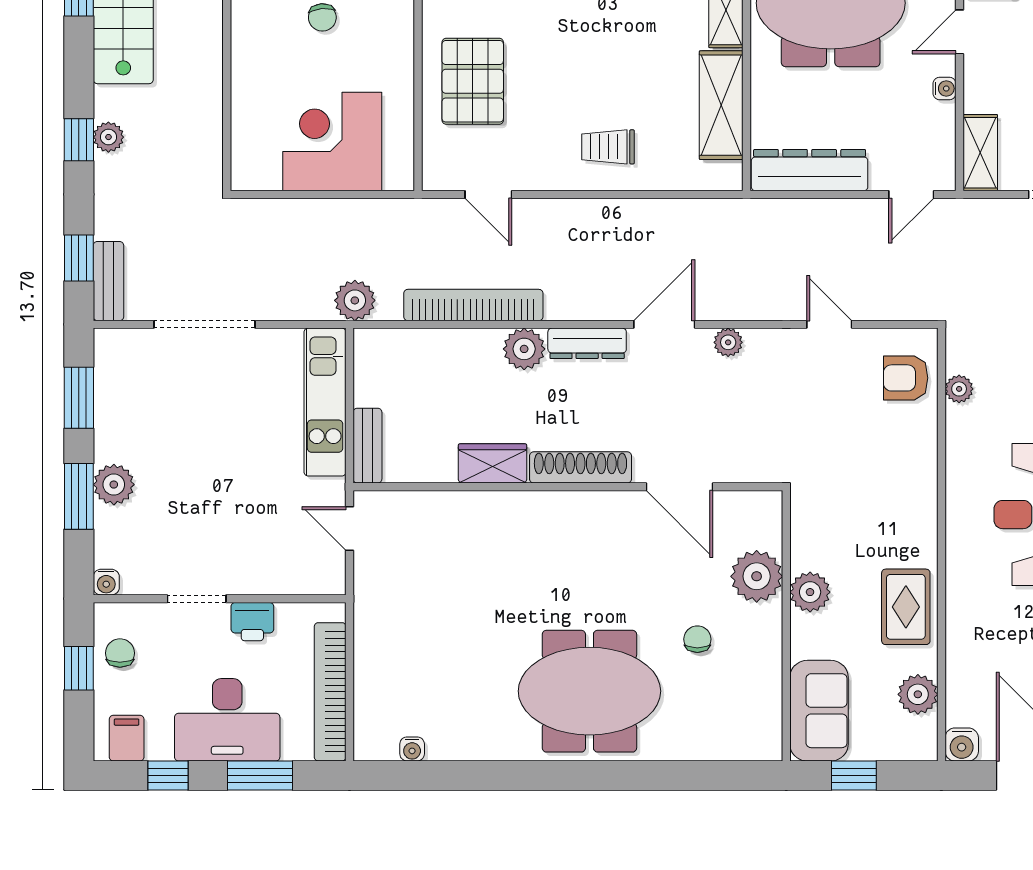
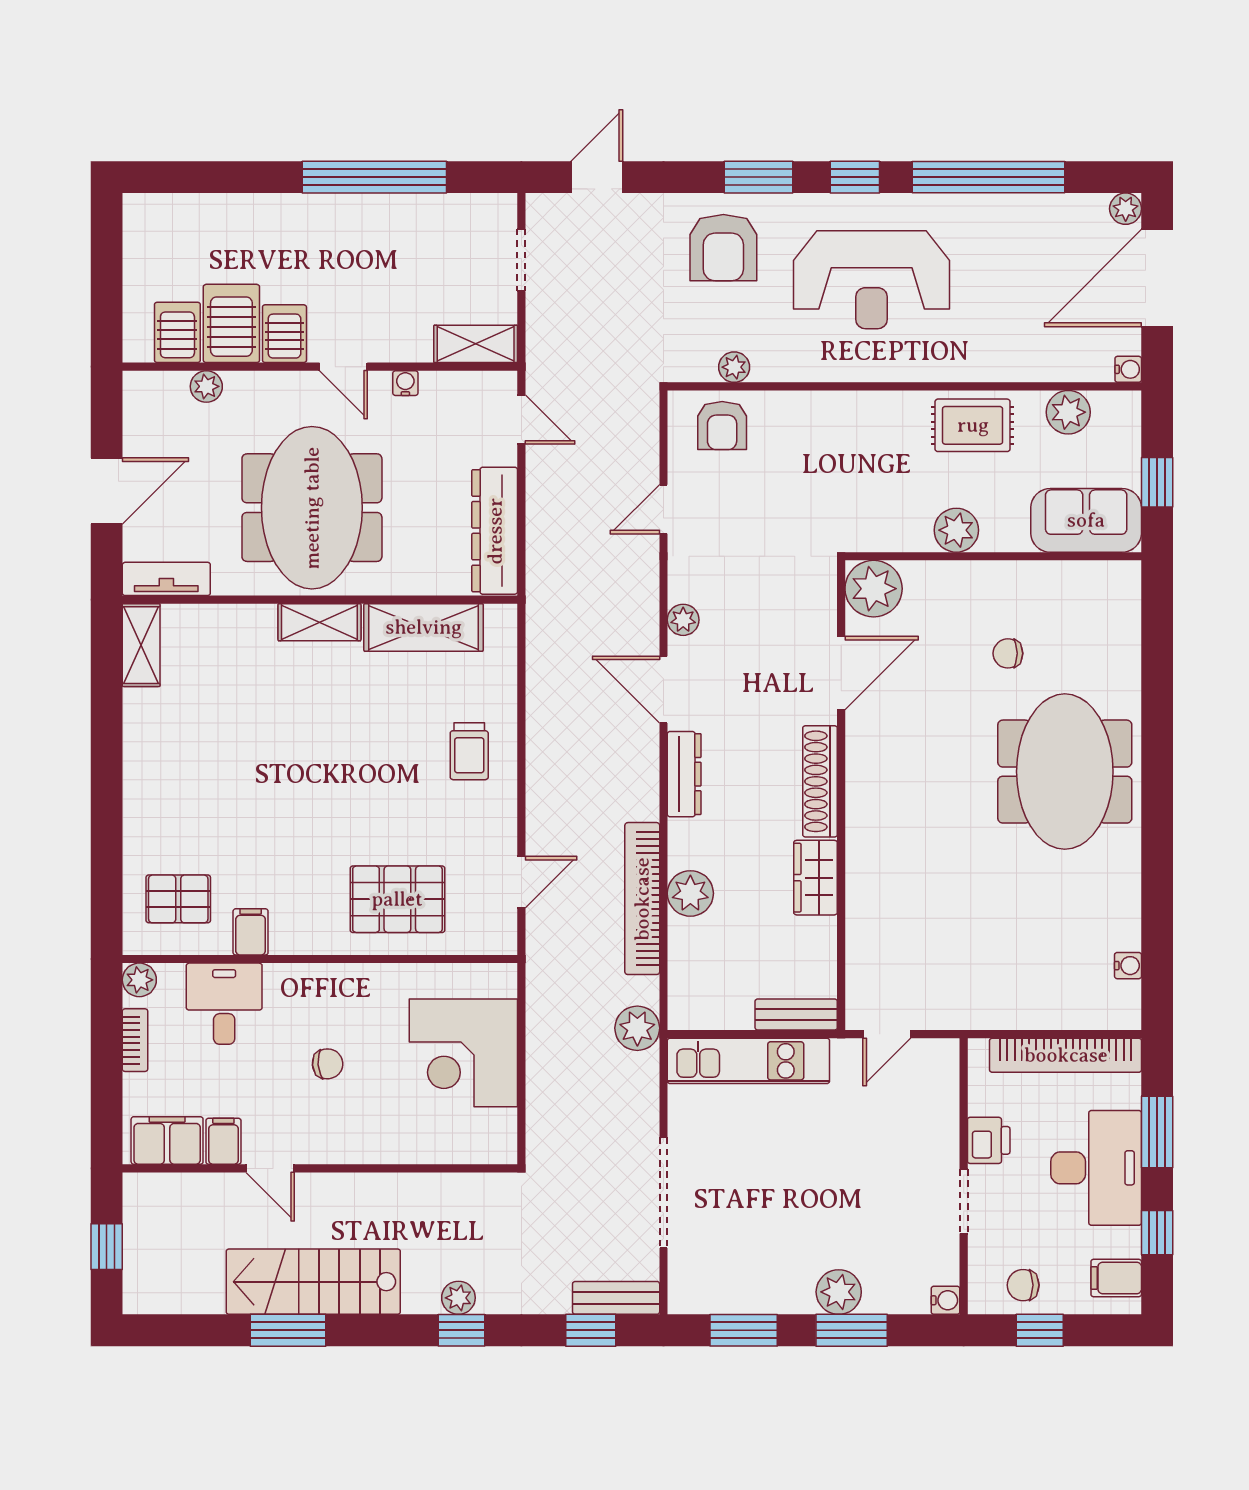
plant: (524, 349) -> (690, 893), moved
plant: (757, 576) -> (874, 589), moved
water cooler: (962, 744) -> (1128, 369), width x0.72, depth x0.72

